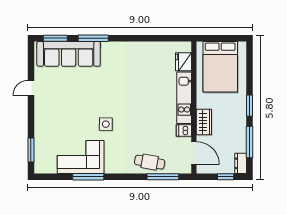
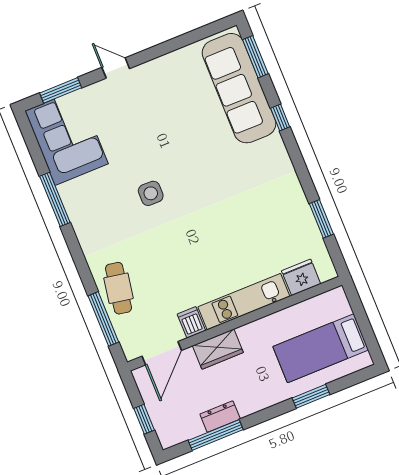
window: (93, 38) -> (280, 118), width x0.46
window: (157, 38) -> (321, 219), added
bed: (220, 67) -> (321, 348), width x0.67
door: (31, 88) -> (116, 68), moved
window: (250, 106) -> (311, 396), moved
corner sofa: (81, 157) -> (67, 137), moved
dresser: (241, 163) -> (220, 417), moved

